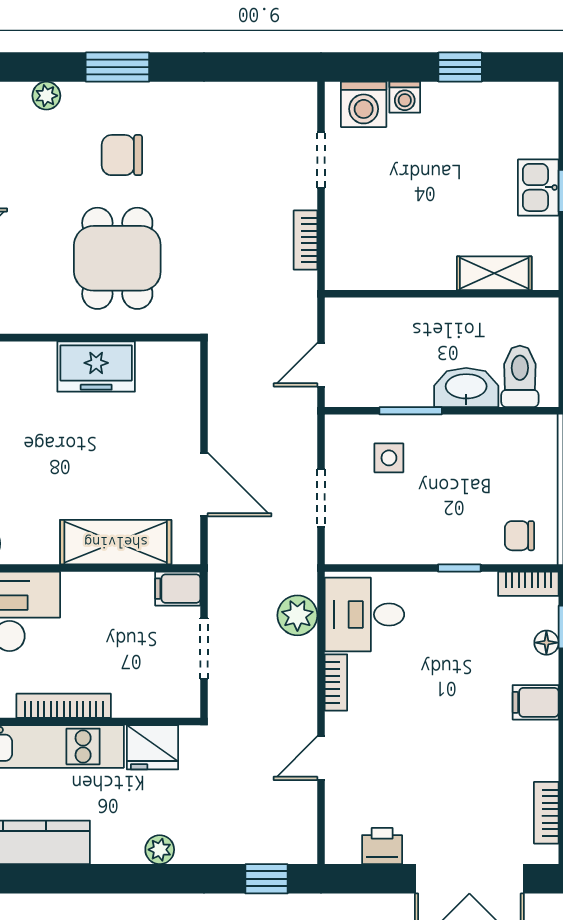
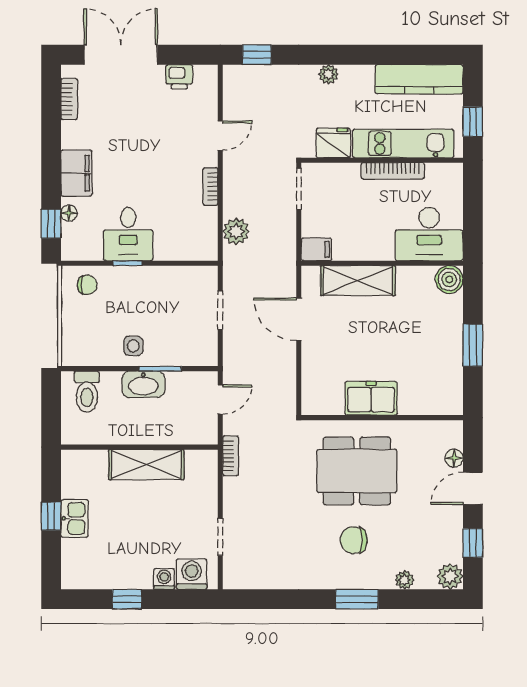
chair: (122, 155) -> (354, 540), turned 180
bookcase: (305, 240) -> (231, 456), moved
dining table: (117, 258) -> (357, 471), width x1.38
shelving: (494, 273) -> (146, 465), moved, width x1.50, depth x1.33
washbasin: (466, 387) -> (143, 384), moved
side table: (389, 458) -> (133, 346), moved
bookcase: (528, 584) -> (81, 253), removed
desk: (364, 614) -> (128, 234), moved, turned 90
doorway: (204, 649) -> (299, 189), moved
filing cabinet: (536, 702) -> (76, 173), width x2.00

